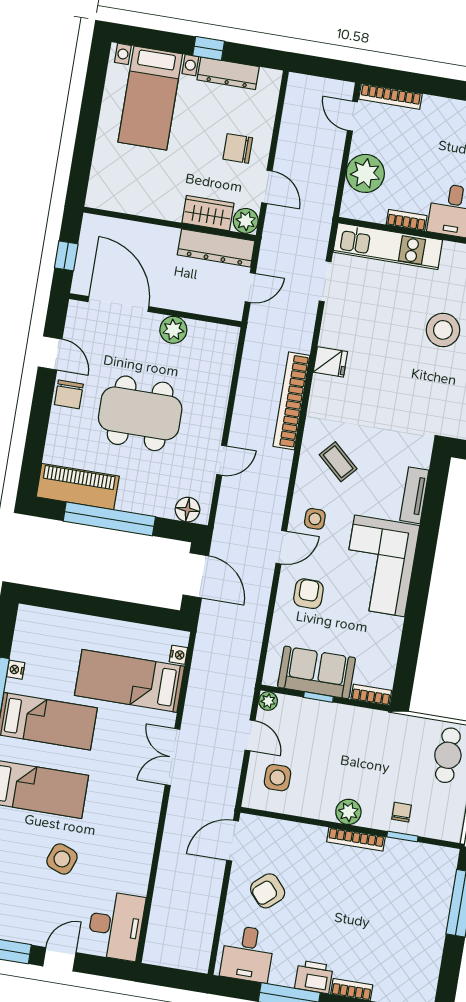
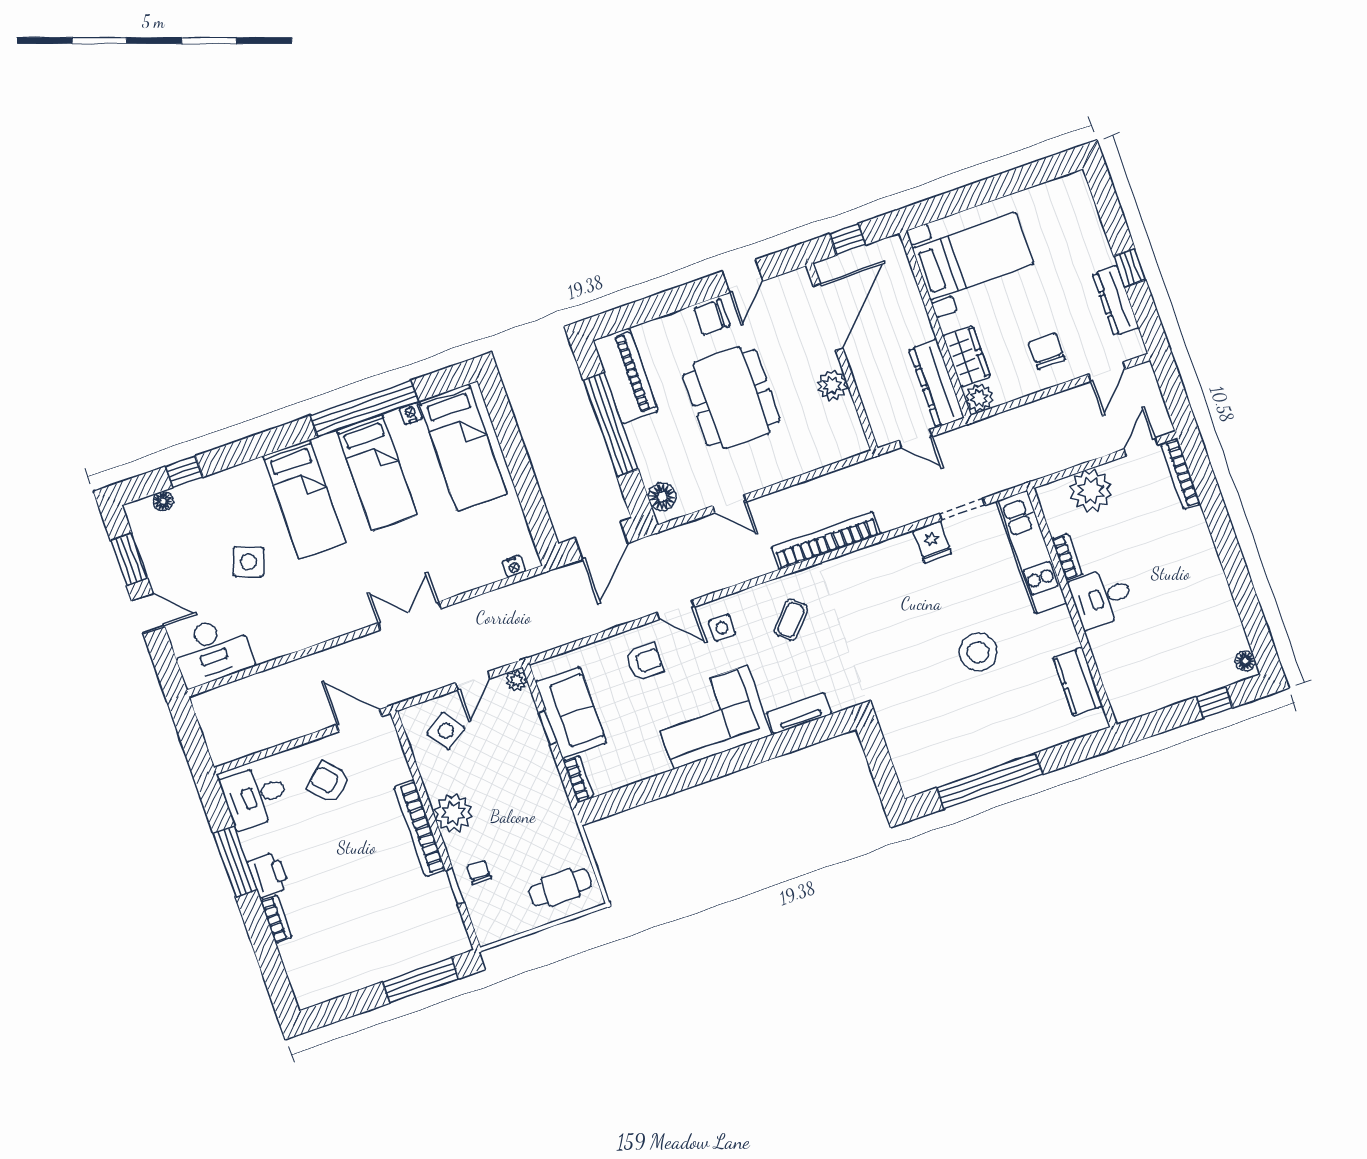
bed with nightstands: (150, 98) -> (973, 256), moved, turned 180
door: (267, 187) -> (1107, 372), moved
fridge: (330, 362) -> (932, 542), moved
bed: (130, 681) -> (463, 448), moved, turned 180
side table: (278, 778) -> (446, 731), turned -34
plant: (348, 812) -> (453, 813), width x1.36, depth x1.36
chair: (402, 812) -> (479, 872), turned -90
bookcase: (356, 839) -> (420, 828), width x1.48, depth x1.31

